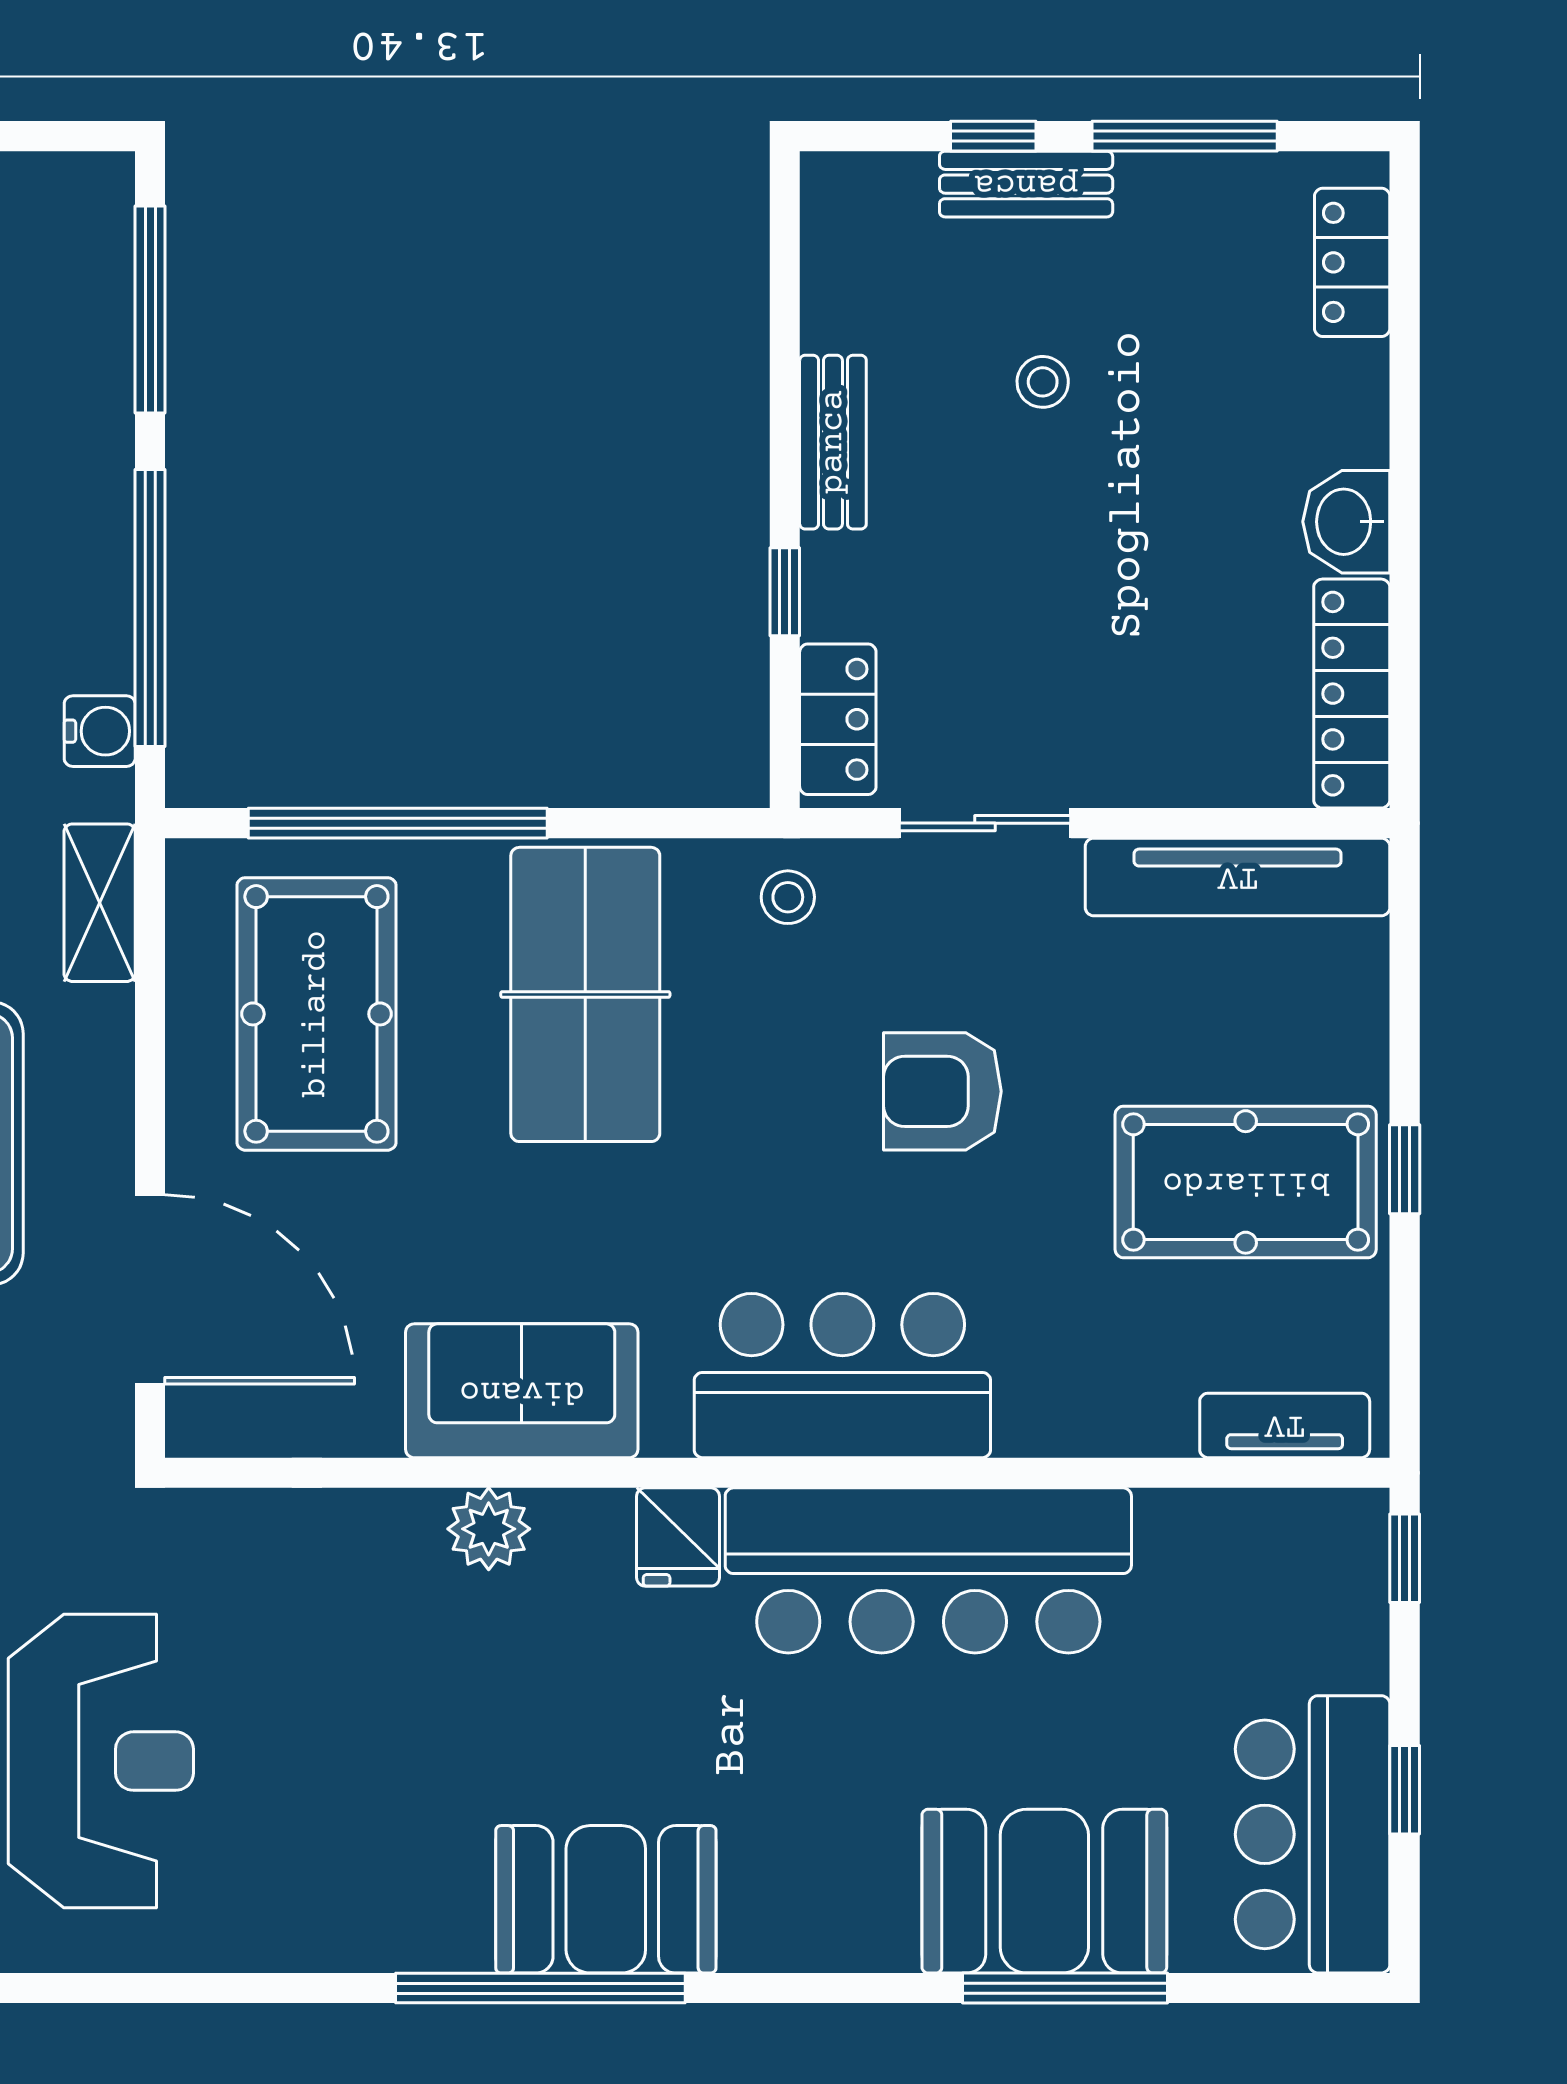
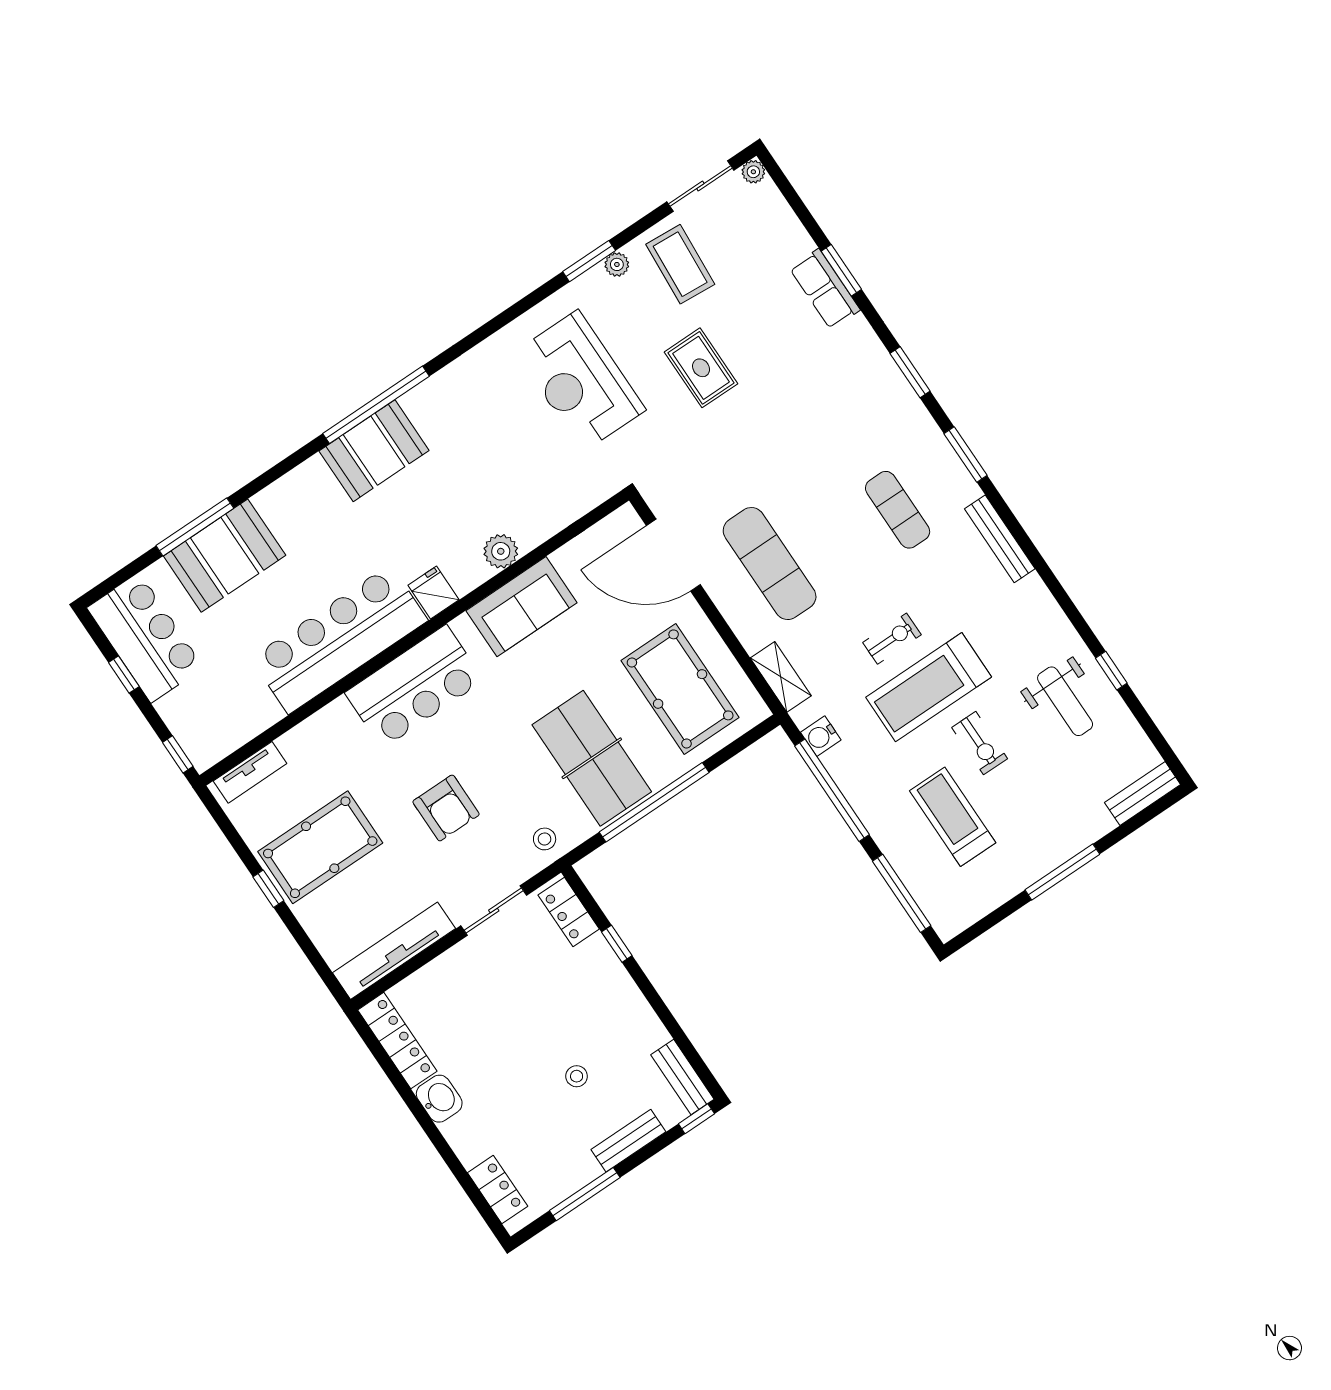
window: (993, 136) -> (696, 1119), moved
bench: (833, 442) -> (682, 1077), moved
window: (398, 823) -> (654, 802), moved
armchair: (942, 1091) -> (446, 808), turned 90

